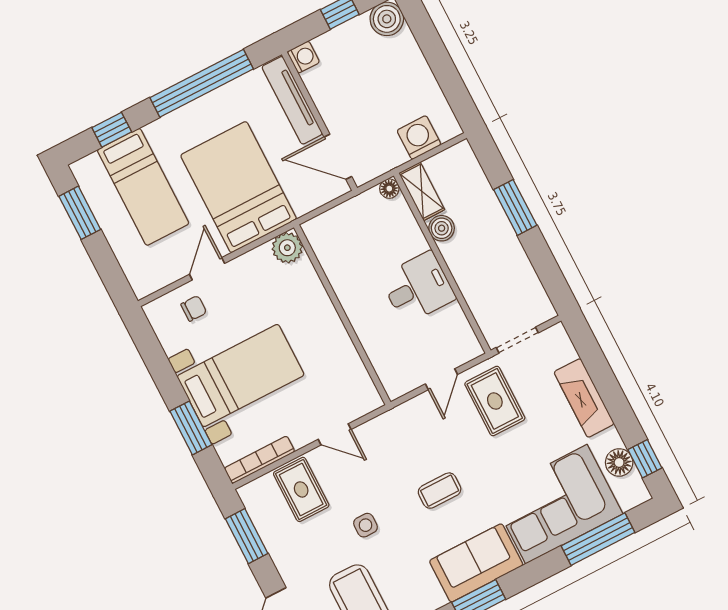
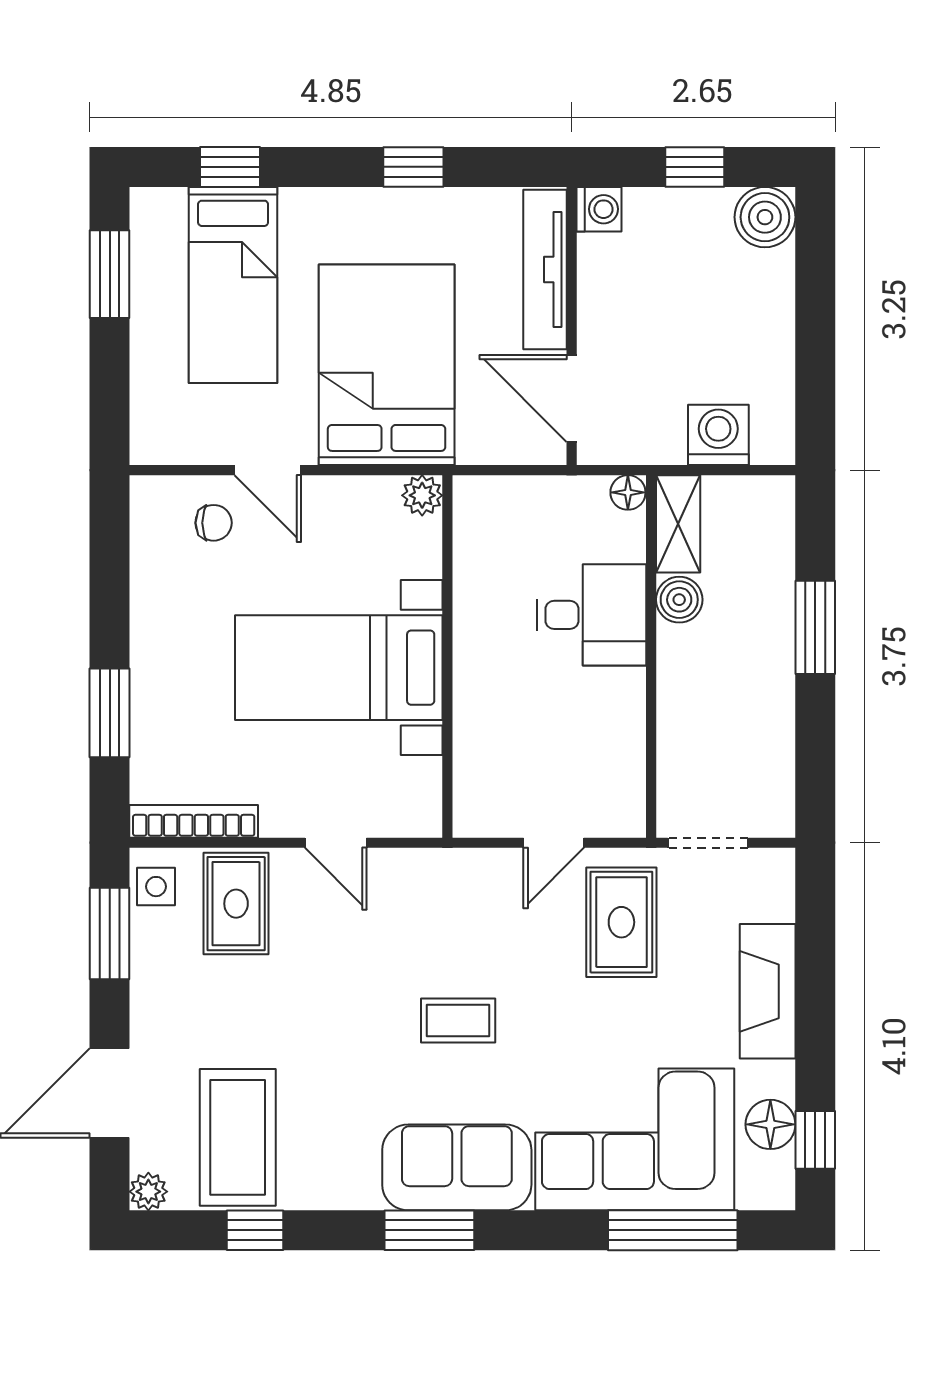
window: (202, 83) -> (413, 167), width x0.32
plant: (287, 248) -> (422, 495), width x0.73, depth x0.73
door: (207, 269) -> (268, 470), swing flipped
desk: (418, 288) -> (592, 615), moved
bed with nightstands: (241, 376) -> (339, 668), moved, turned 180
side table: (366, 525) -> (156, 887), moved

